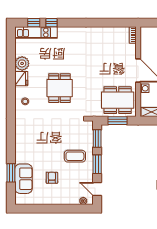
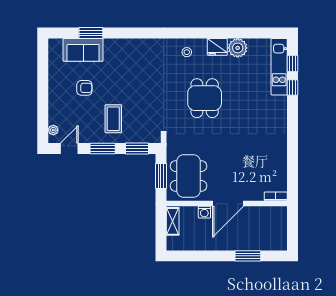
dining table: (60, 88) -> (205, 98), turned 90

